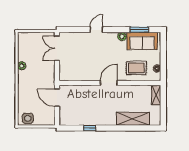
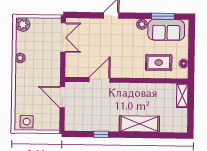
plant: (23, 38) -> (23, 24), added
double door: (57, 48) -> (63, 37), swing flipped
door: (109, 83) -> (100, 80), moved
shelving: (133, 119) -> (139, 124), moved

